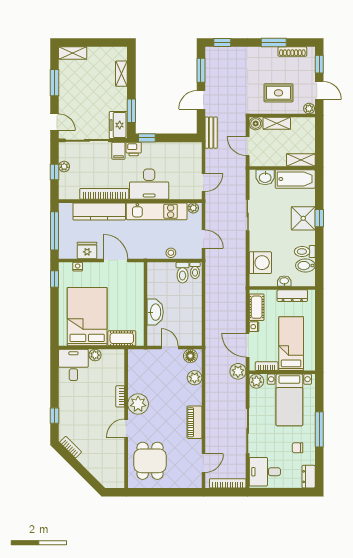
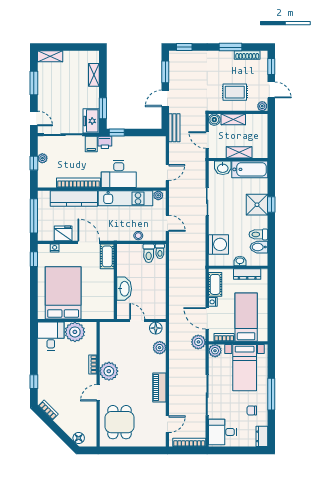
shelving: (301, 160) -> (239, 152), moved
cot: (122, 338) -> (107, 256), moved, turned 90
plant: (95, 355) -> (75, 332), width x1.88, depth x1.88
floor lamp: (104, 478) -> (79, 438), added

